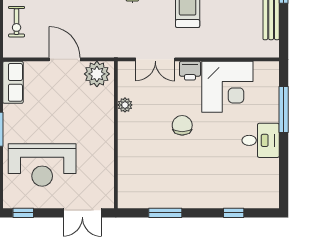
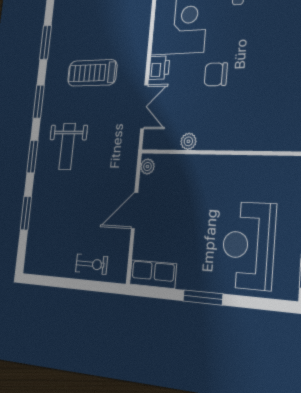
plant: (97, 74) -> (147, 166), width x0.53, depth x0.53
reception desk: (42, 165) -> (248, 245), turned 180

